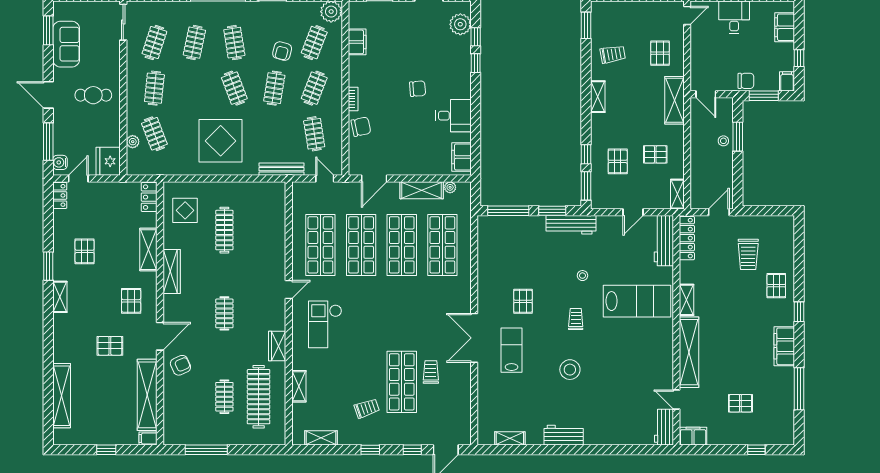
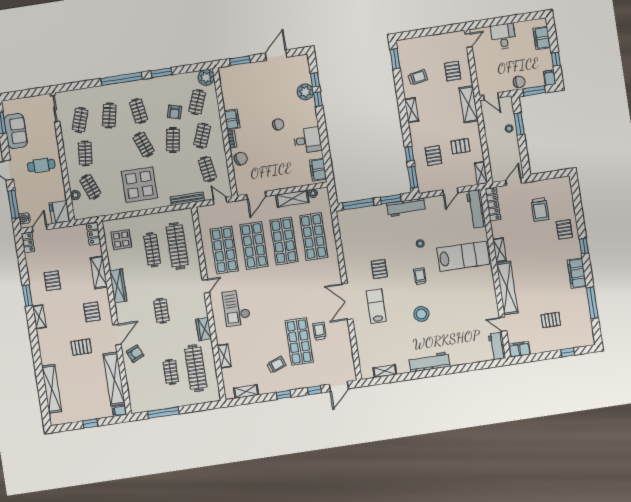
plant: (460, 24) -> (305, 92), moved
filing cabinet: (357, 42) -> (232, 120), moved
clothes rail: (259, 230) -> (177, 246), added
workbench: (564, 435) -> (429, 362), width x1.38

